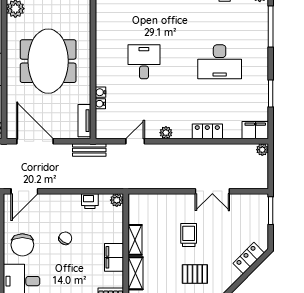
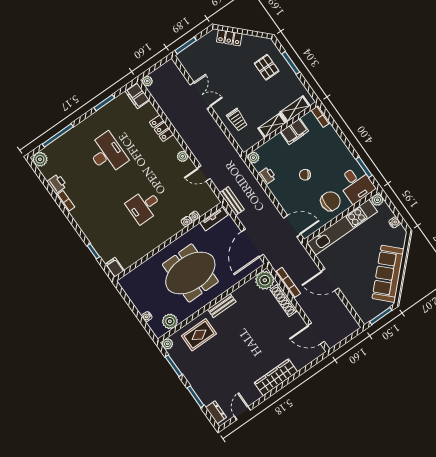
trolley: (189, 235) -> (237, 120), moved, turned -90

